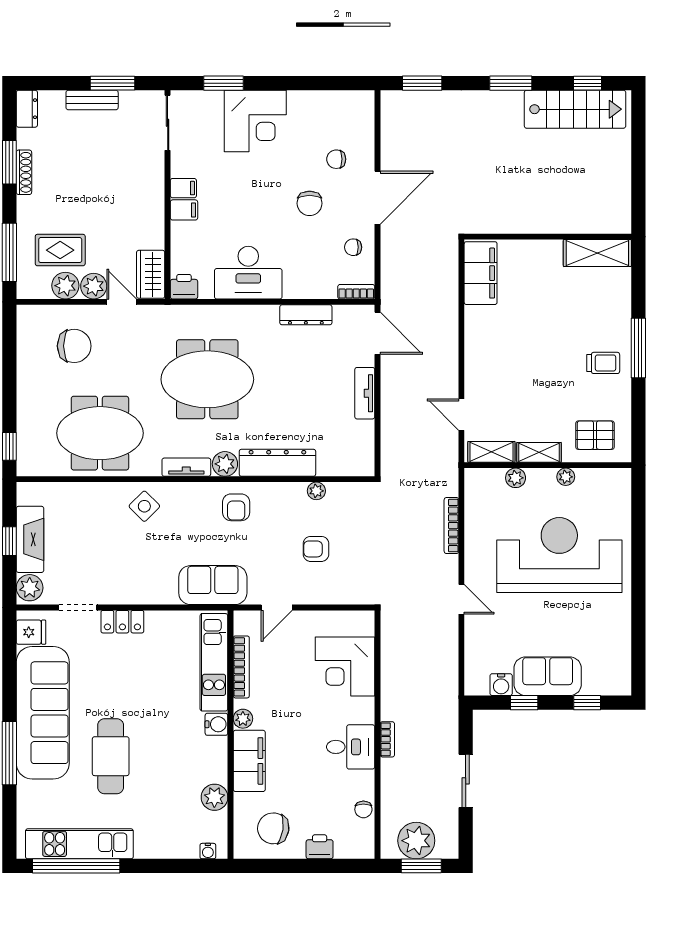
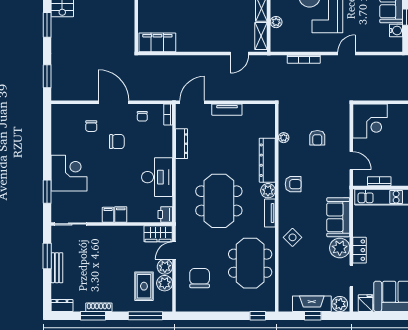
sofa: (213, 585) -> (338, 217), moved
plant: (126, 588) -> (340, 248), added
corner desk: (345, 666) -> (370, 121), moved
bookcase: (241, 667) -> (379, 181), width x0.64

